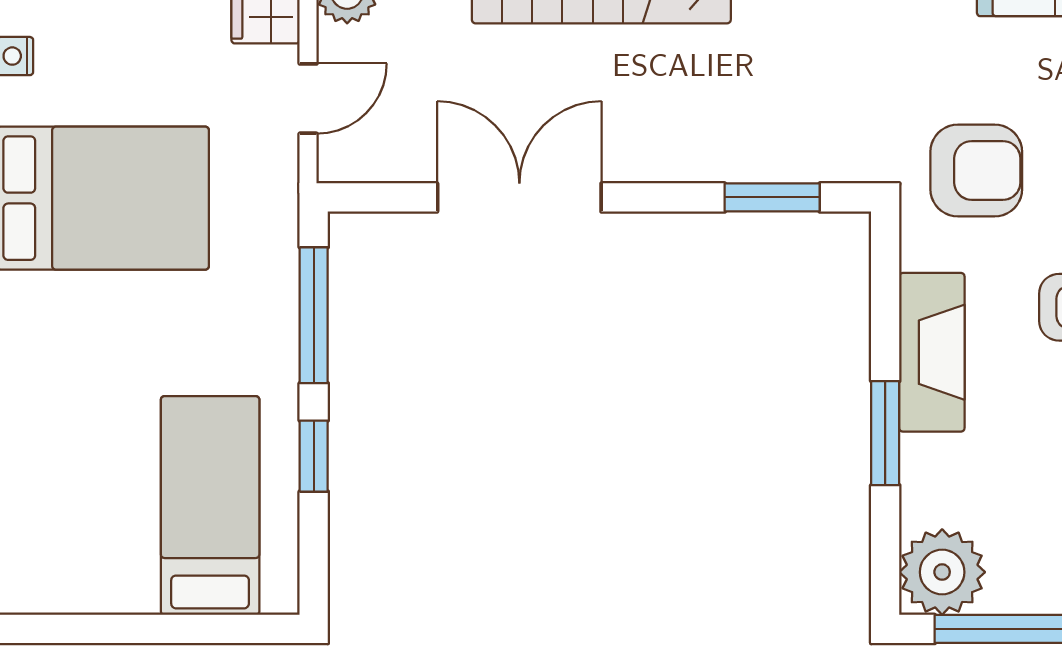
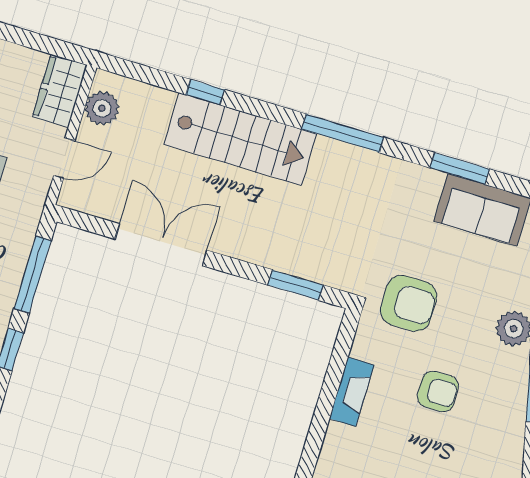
fireplace: (932, 352) -> (352, 392), width x0.73, depth x0.76
window: (885, 433) -> (318, 429), removed

